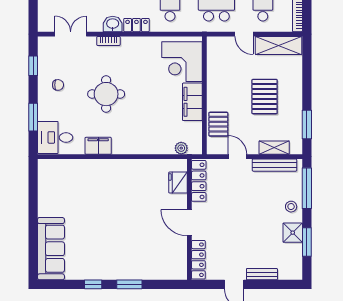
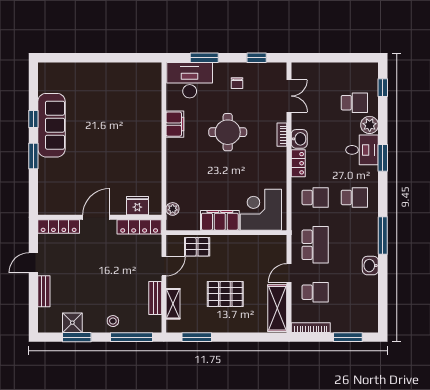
desk: (55, 137) -> (190, 80), width x1.37
bench: (274, 165) -> (155, 298), width x0.73
shower: (293, 233) -> (72, 323), moved
sofa: (51, 249) -> (51, 125), moved, turned -90

